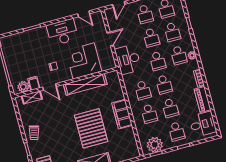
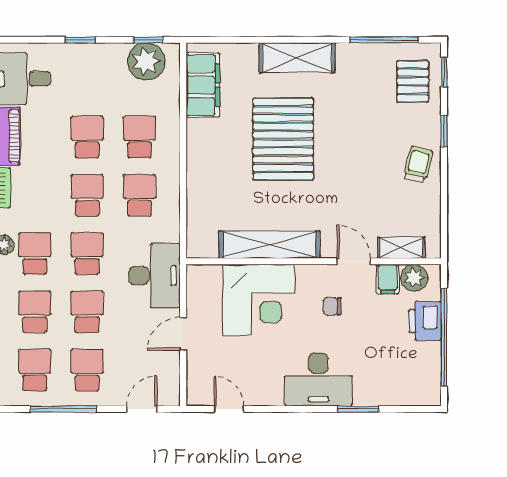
desk: (62, 32) -> (318, 380), moved
printer: (14, 71) -> (425, 321), added
filing cabinet: (122, 114) -> (203, 85), moved
school desk: (177, 131) -> (87, 79), removed

